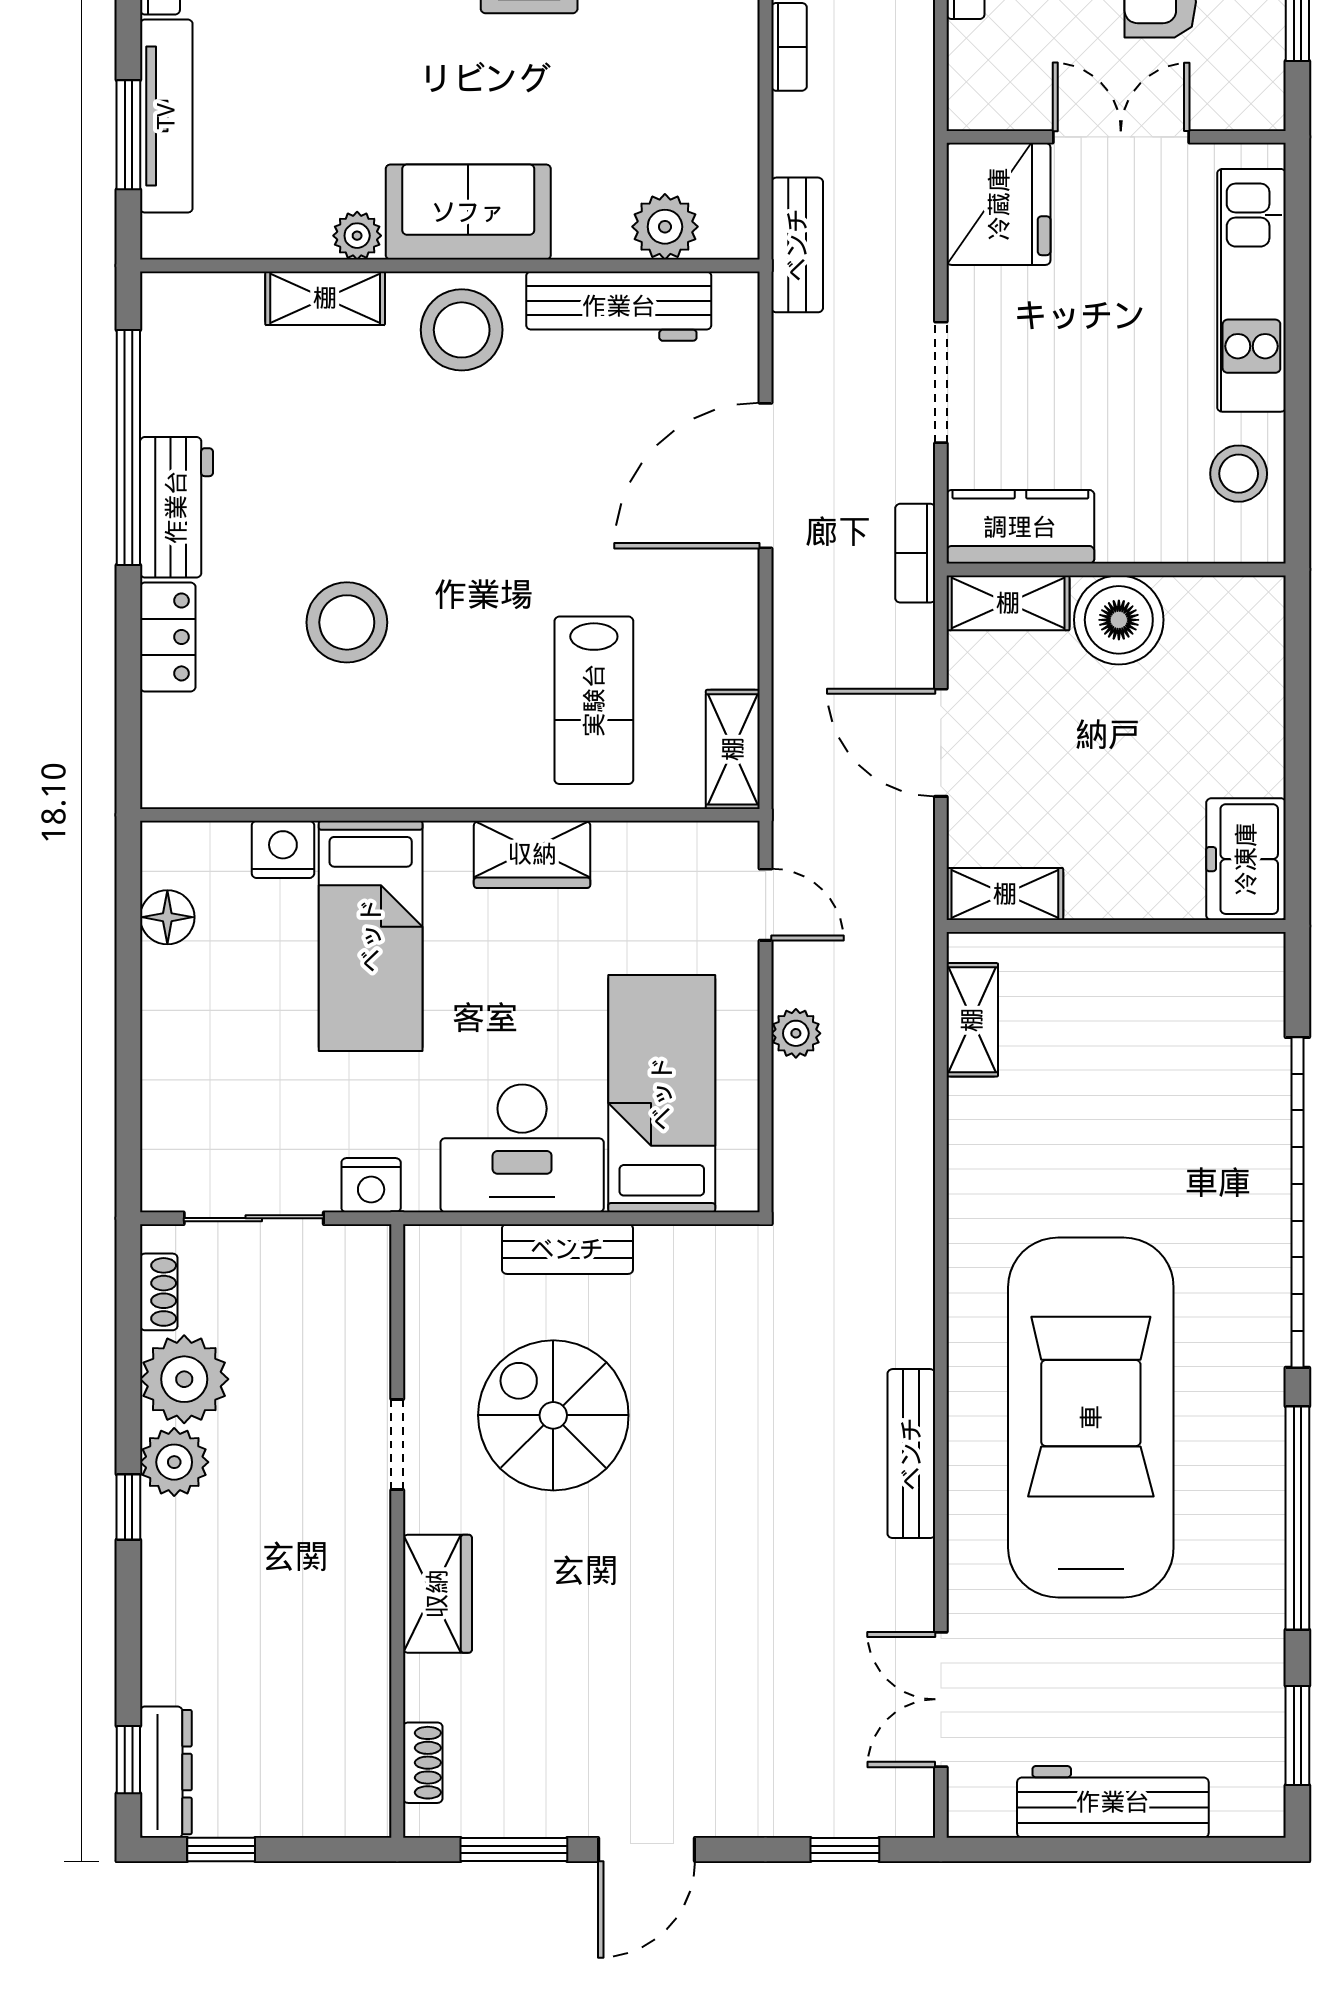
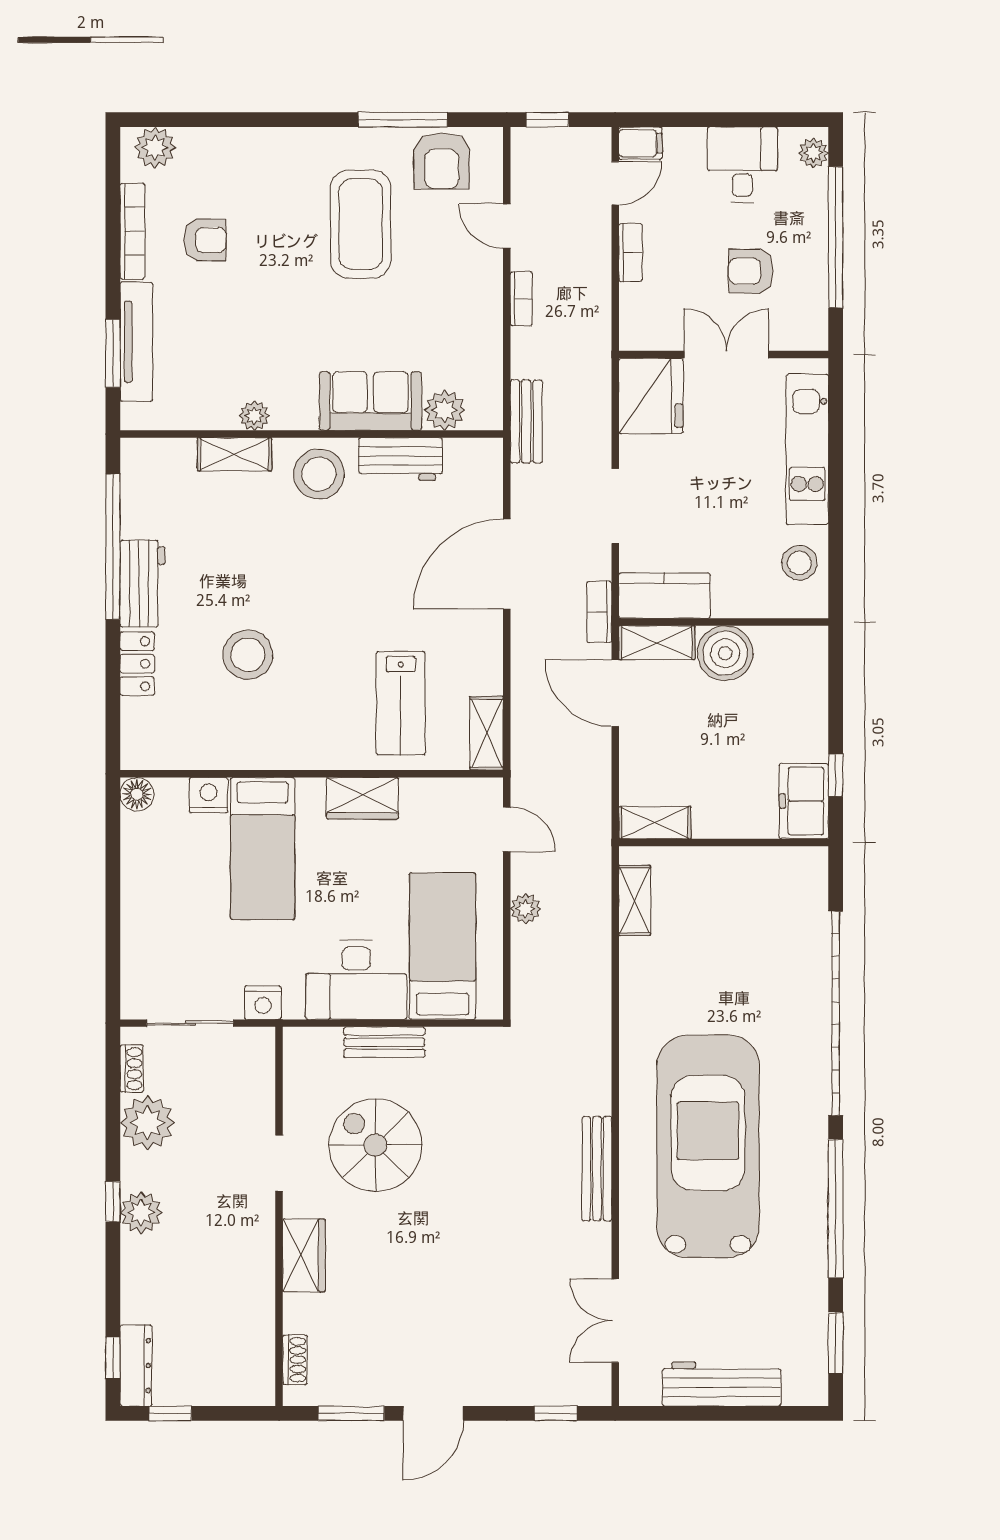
sofa: (468, 212) -> (370, 401), moved
workbench: (619, 306) -> (400, 459), width x0.73
door: (941, 743) -> (615, 693), moved
window: (1297, 817) -> (836, 775), added
floor lamp: (167, 917) -> (137, 794), moved
plant: (174, 1462) -> (141, 1212), moved

